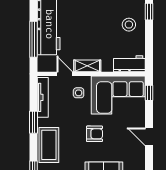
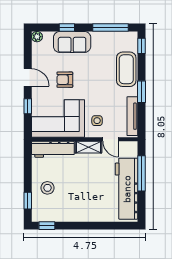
workbench: (129, 64) -> (53, 149), width x1.38
window: (149, 93) -> (28, 106), moved
armchair: (94, 134) -> (65, 80), moved

